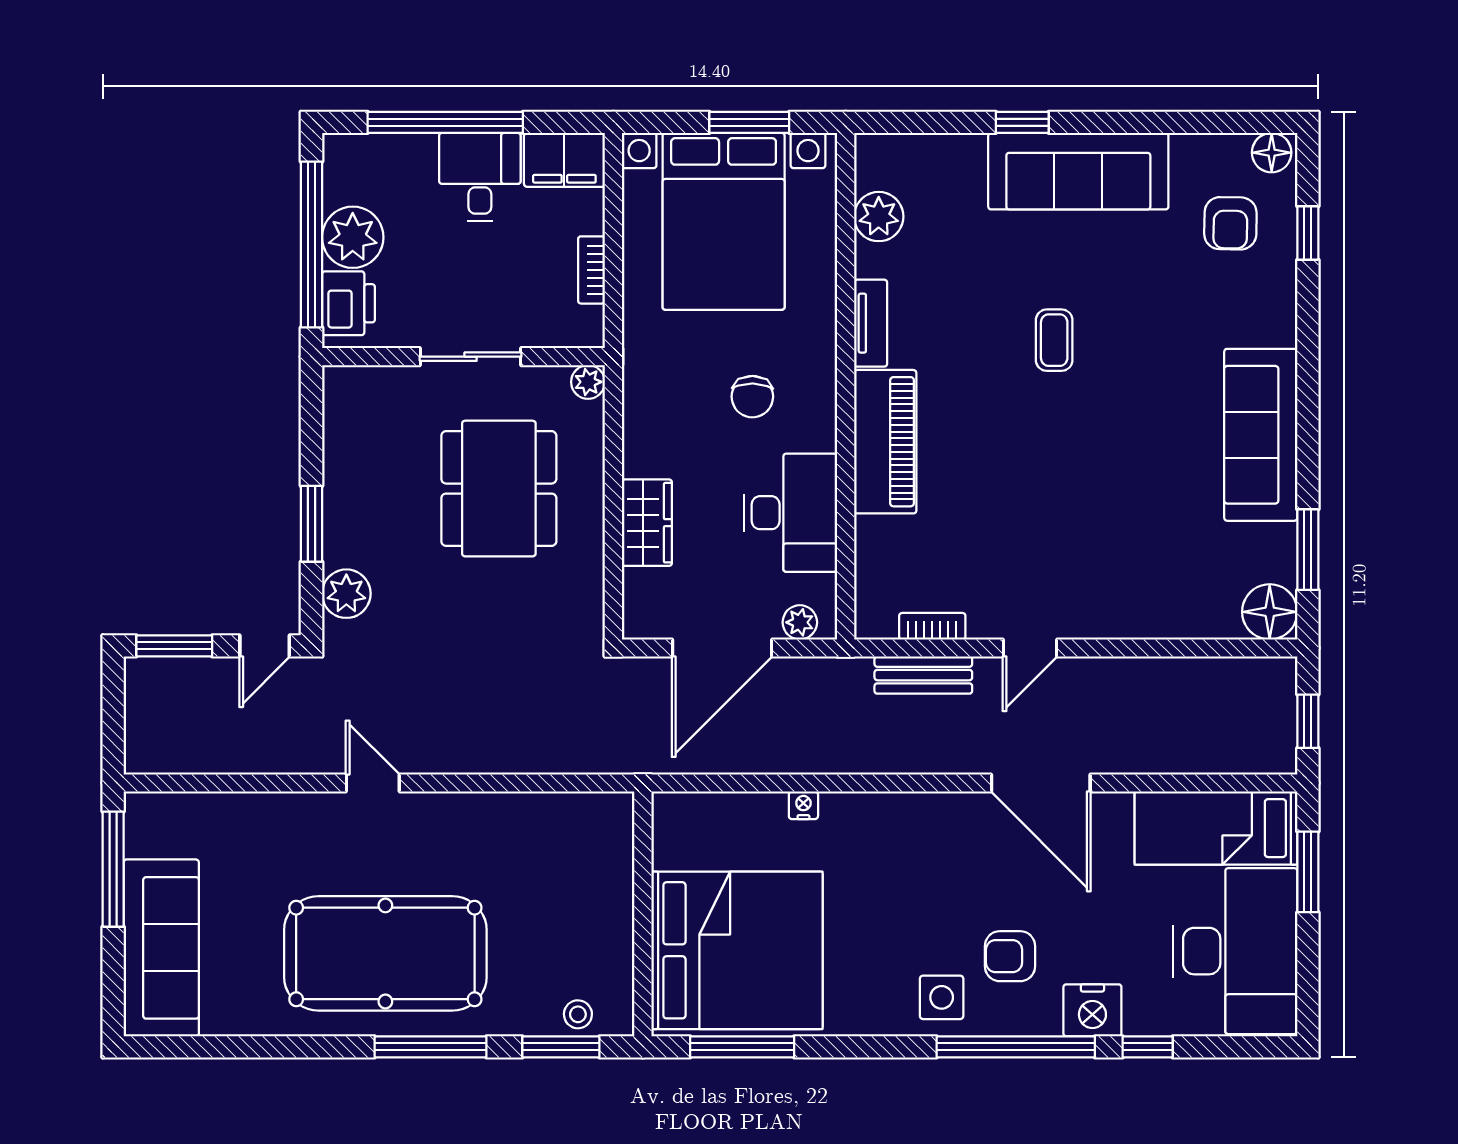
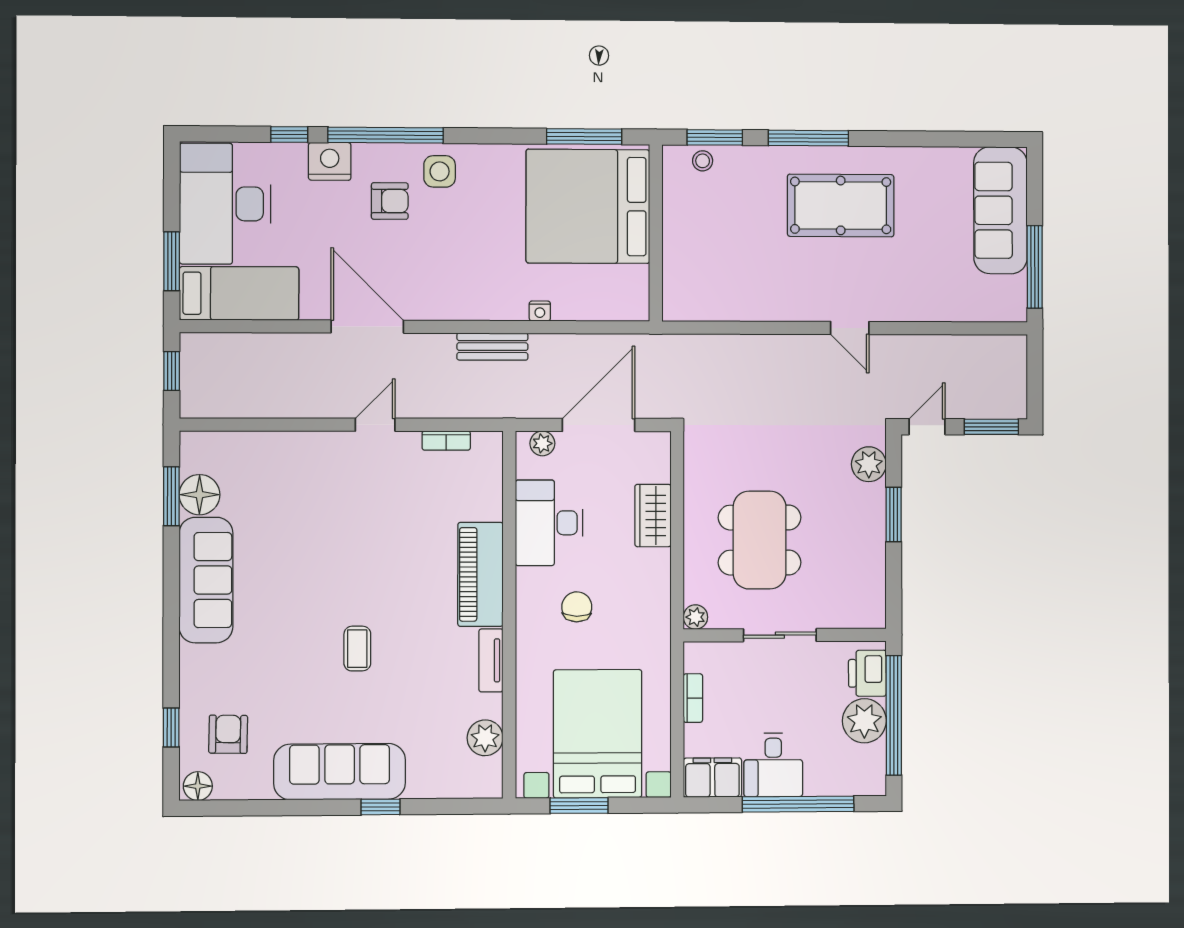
floor lamp: (1270, 612) -> (200, 495), moved
bench: (923, 675) -> (492, 347), moved
pool table: (385, 953) -> (841, 205), width x0.73, depth x0.76

